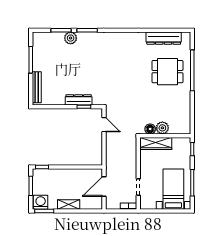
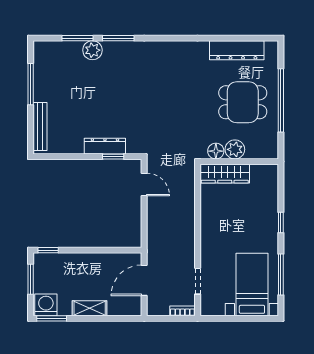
plant: (162, 128) -> (235, 149), moved
floor lamp: (150, 129) -> (216, 151), moved
wall: (165, 136) -> (239, 162), moved
wardrobe: (156, 143) -> (225, 174), moved

